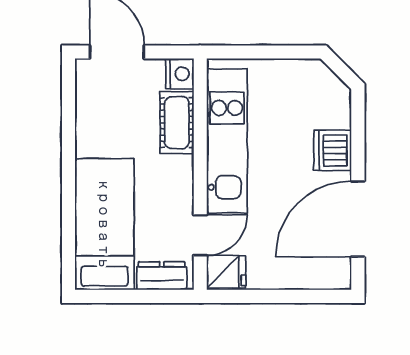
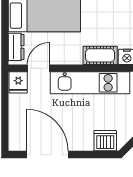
dishwasher: (333, 150) -> (105, 141), moved
door: (200, 235) -> (38, 68), swing flipped

